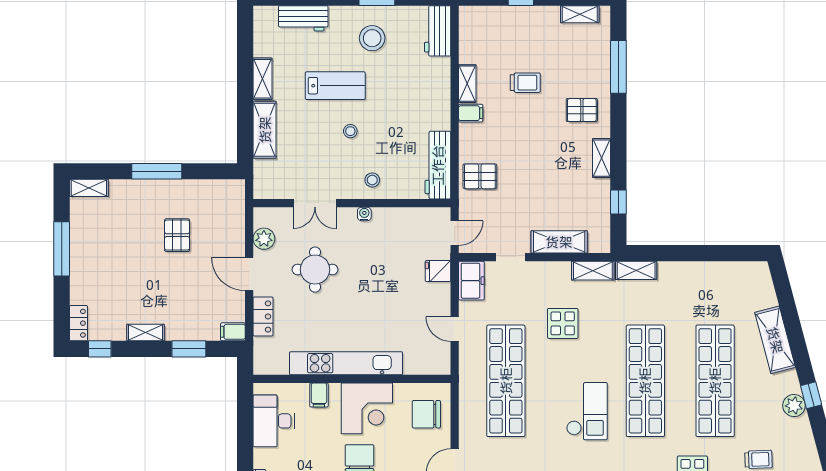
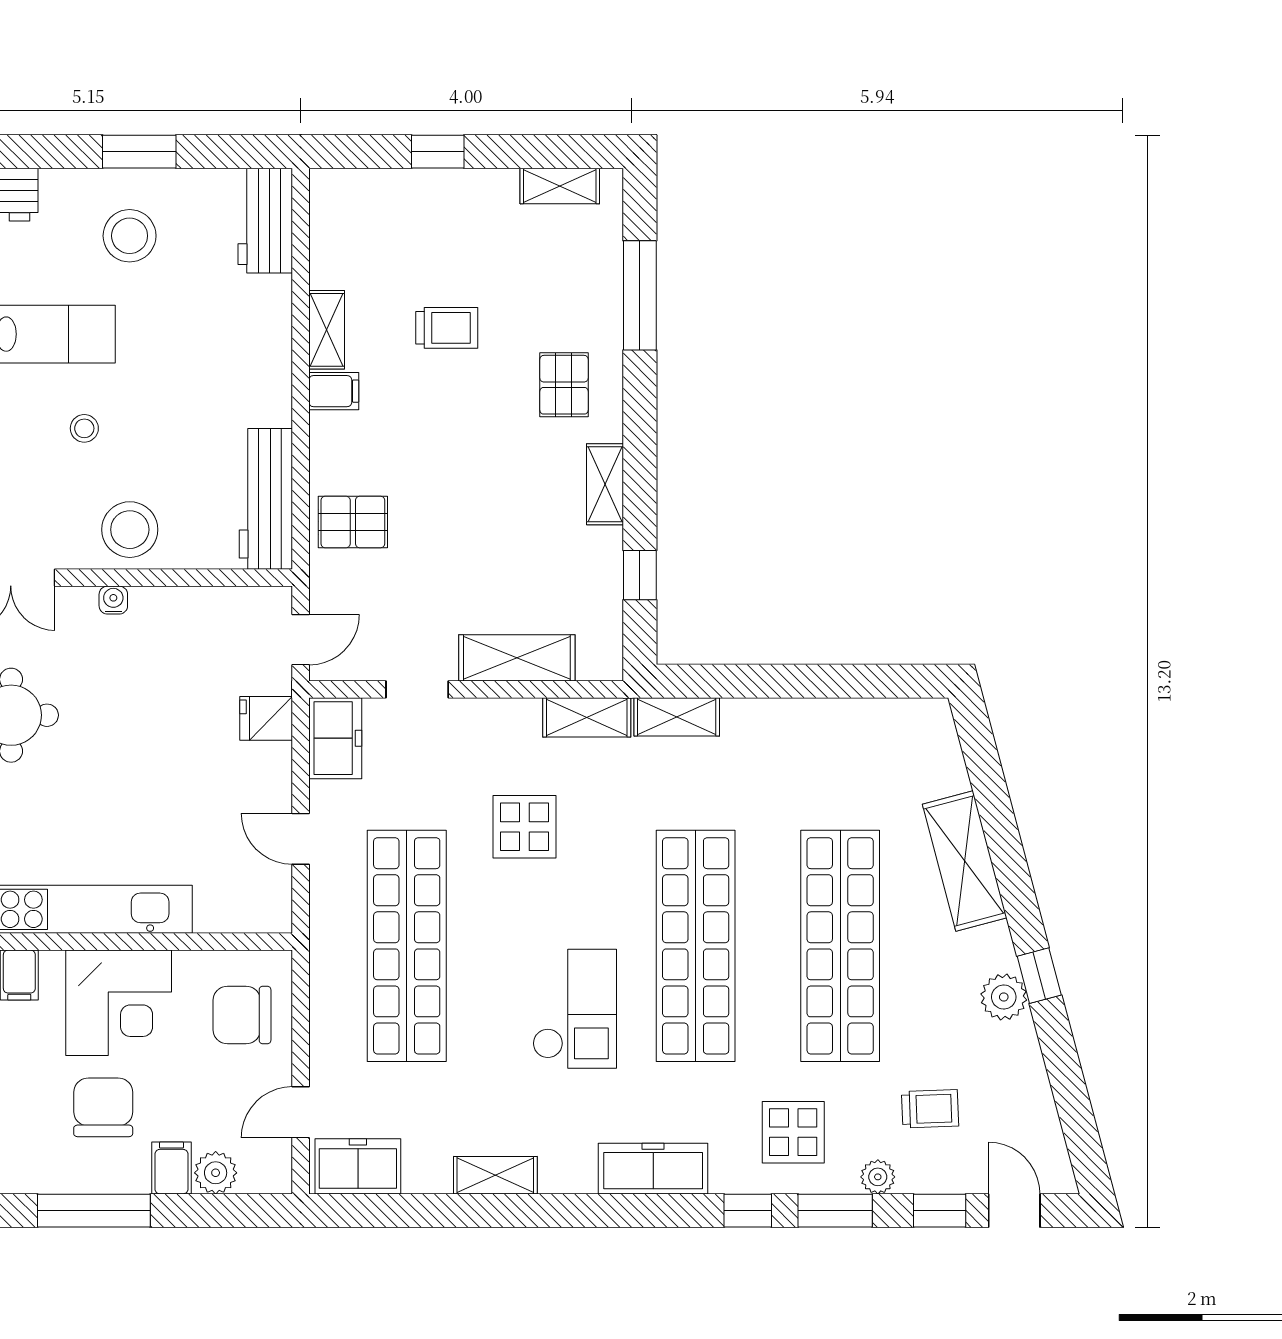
pallet: (582, 110) -> (564, 385), turned 90
stool: (372, 180) -> (130, 530), width x1.89, depth x1.89

